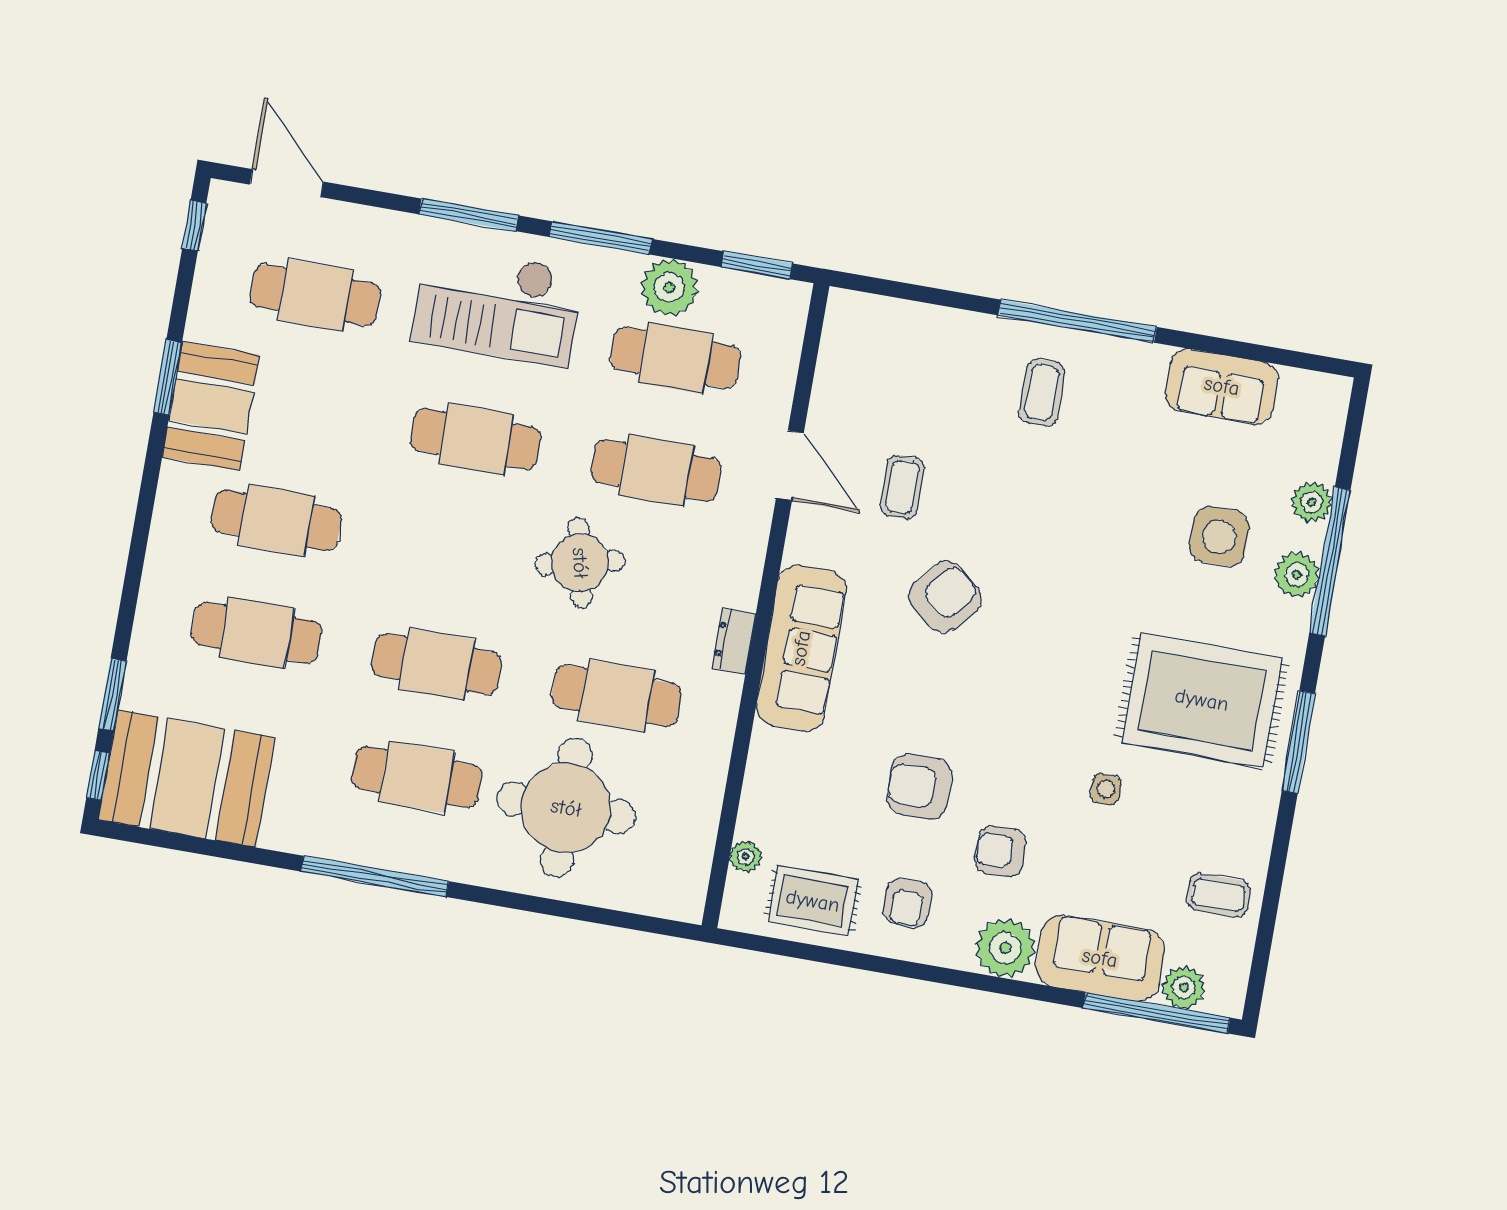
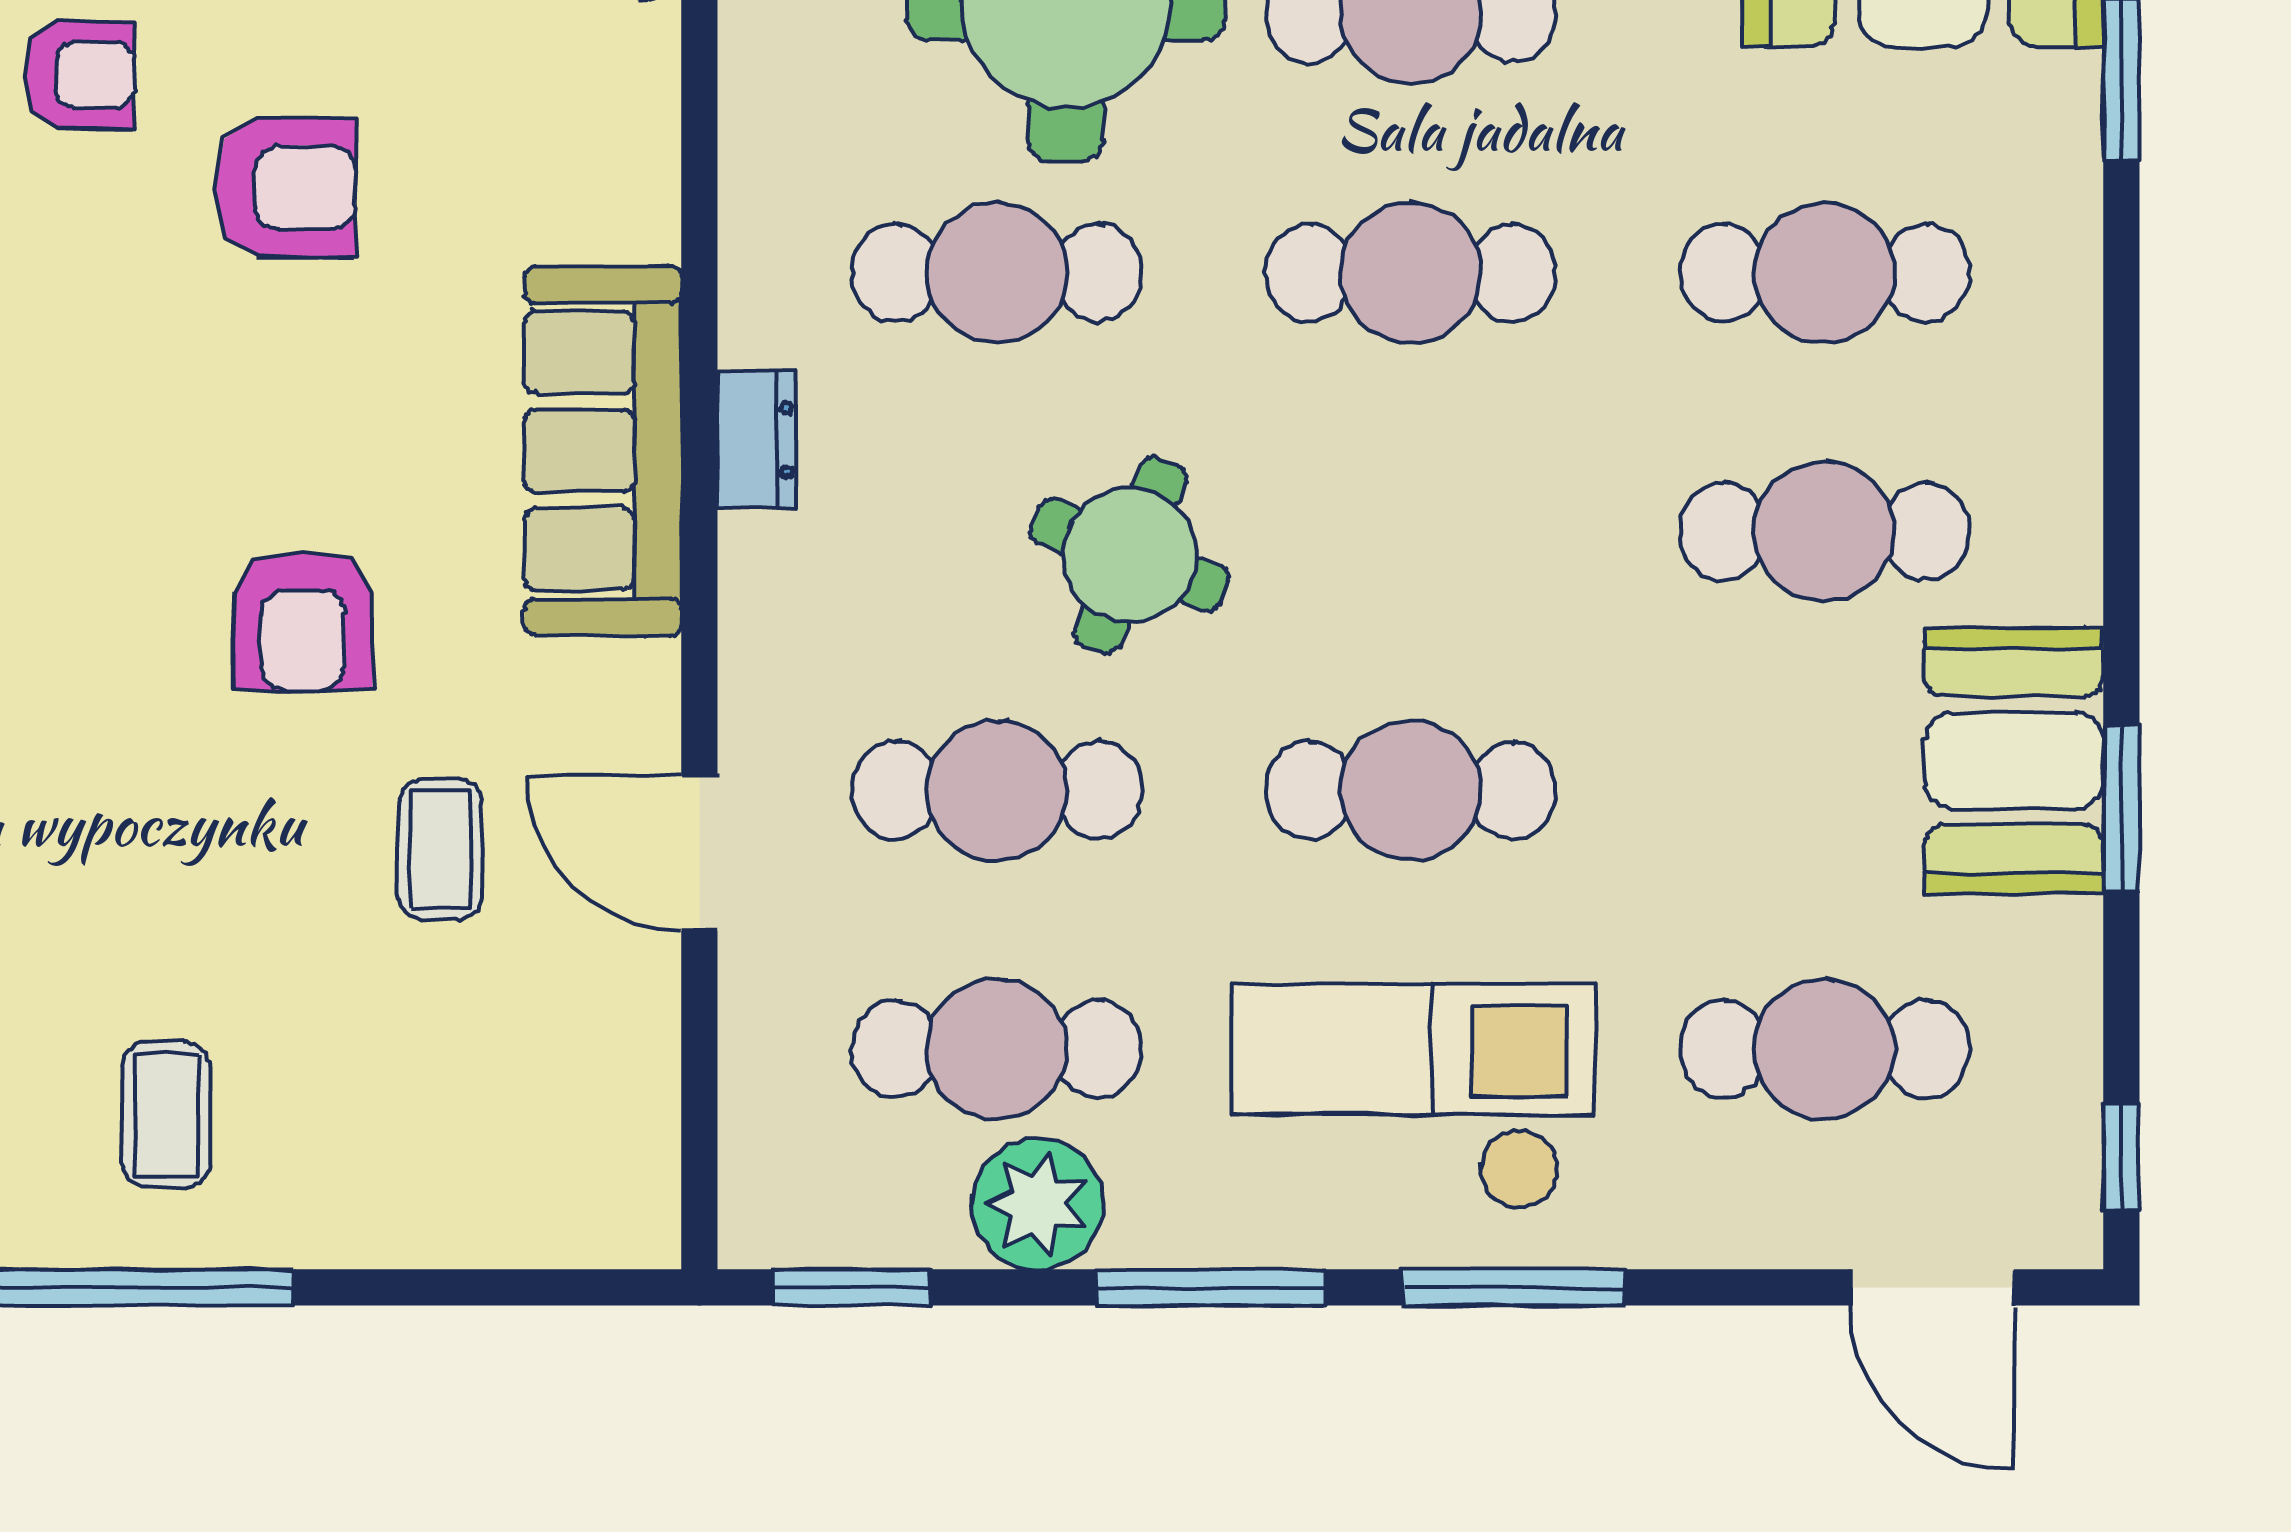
round table: (580, 563) -> (1130, 555), turned 35
armchair: (945, 597) -> (303, 621), turned -40

